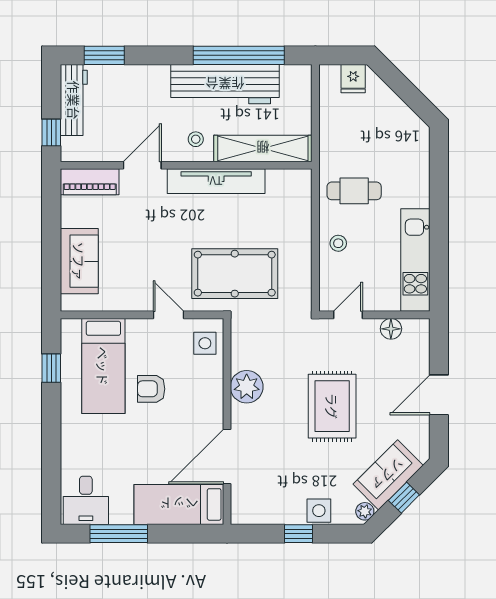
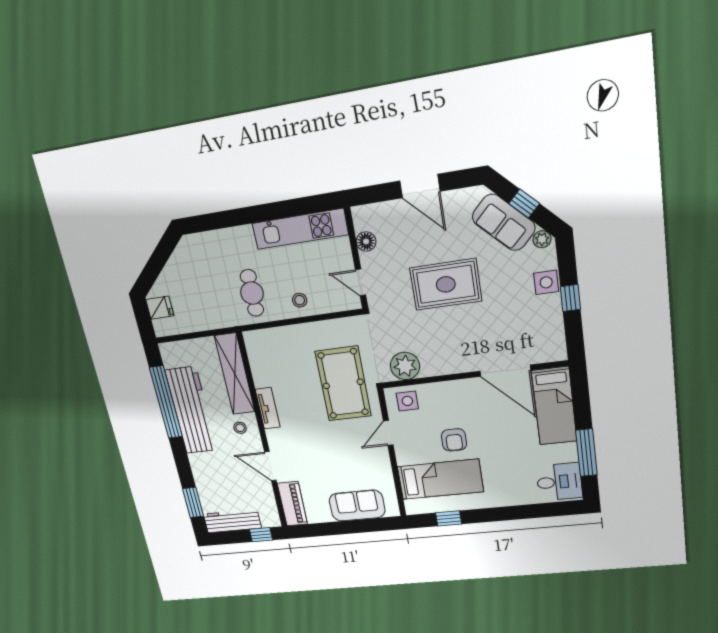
tv unit: (216, 181) -> (268, 408), width x0.52, depth x0.78
plant: (247, 387) -> (405, 366), moved

